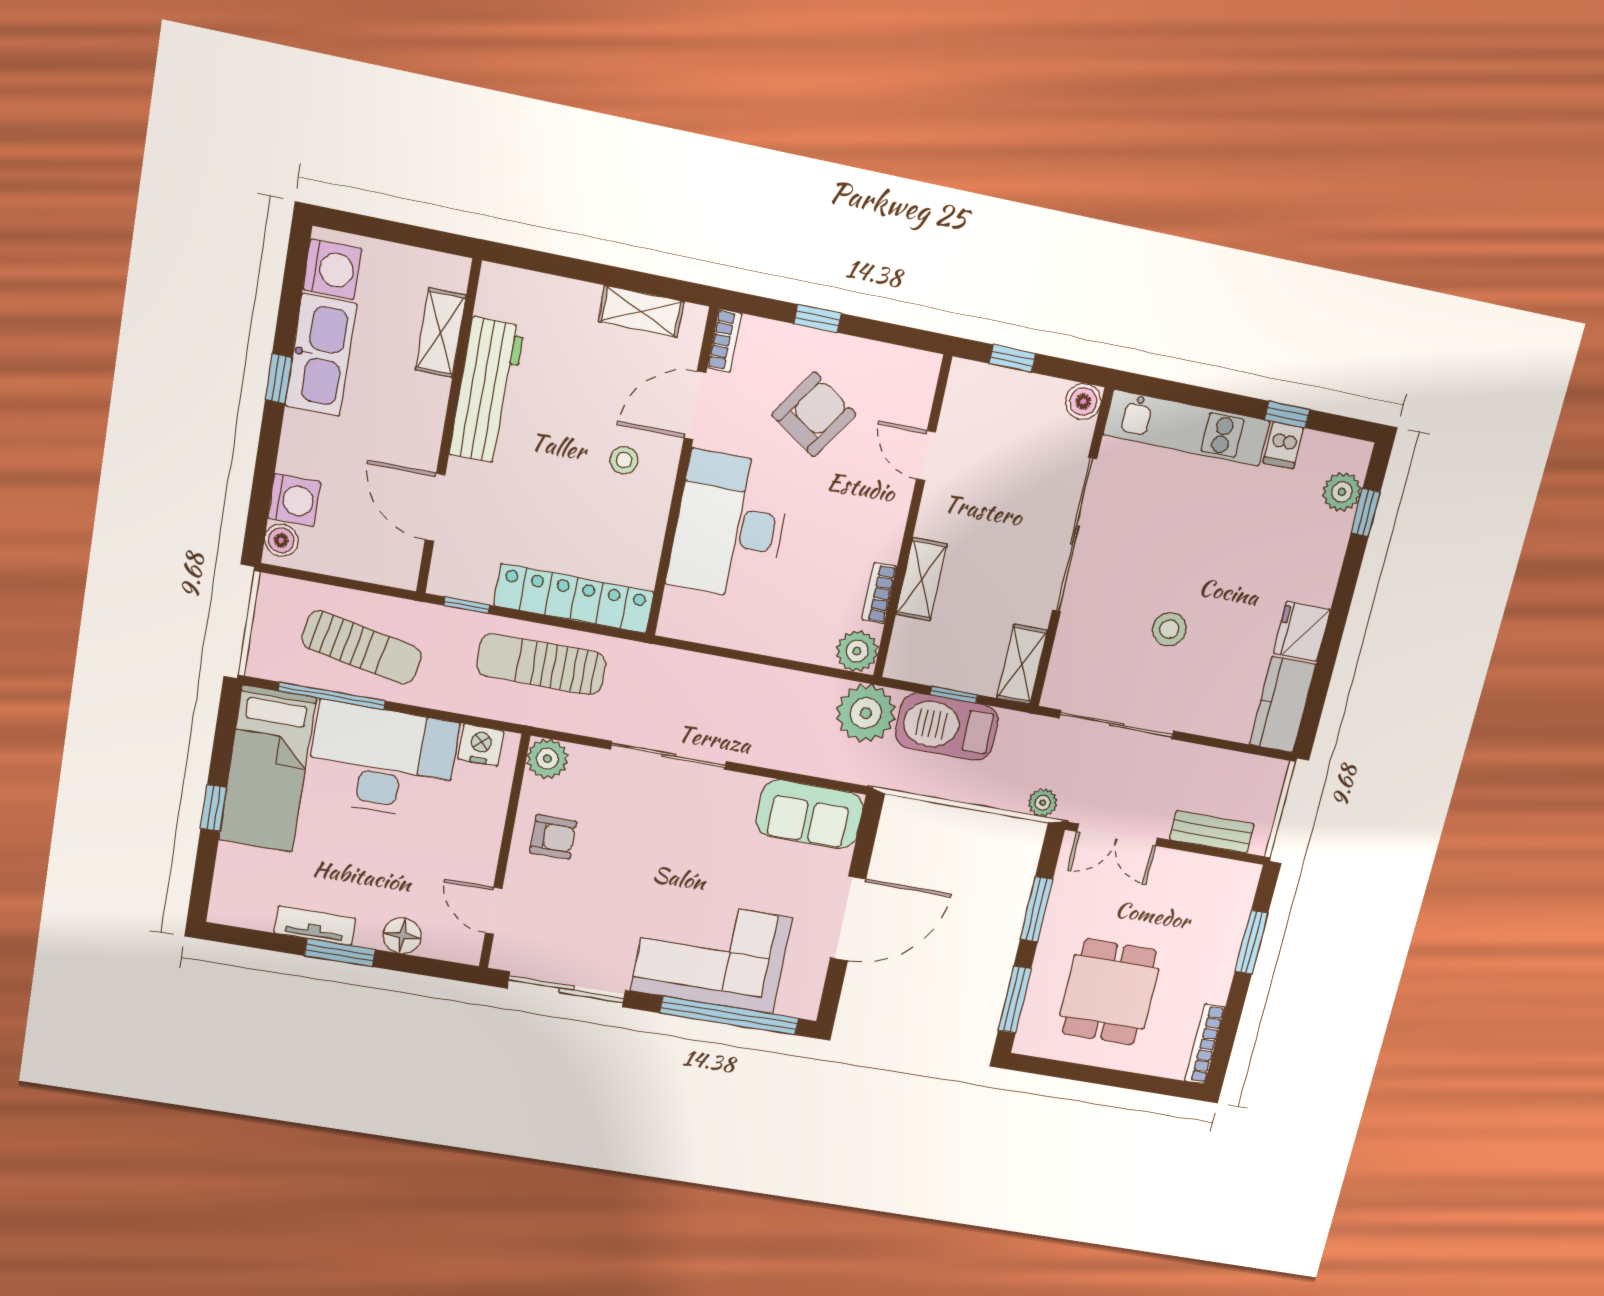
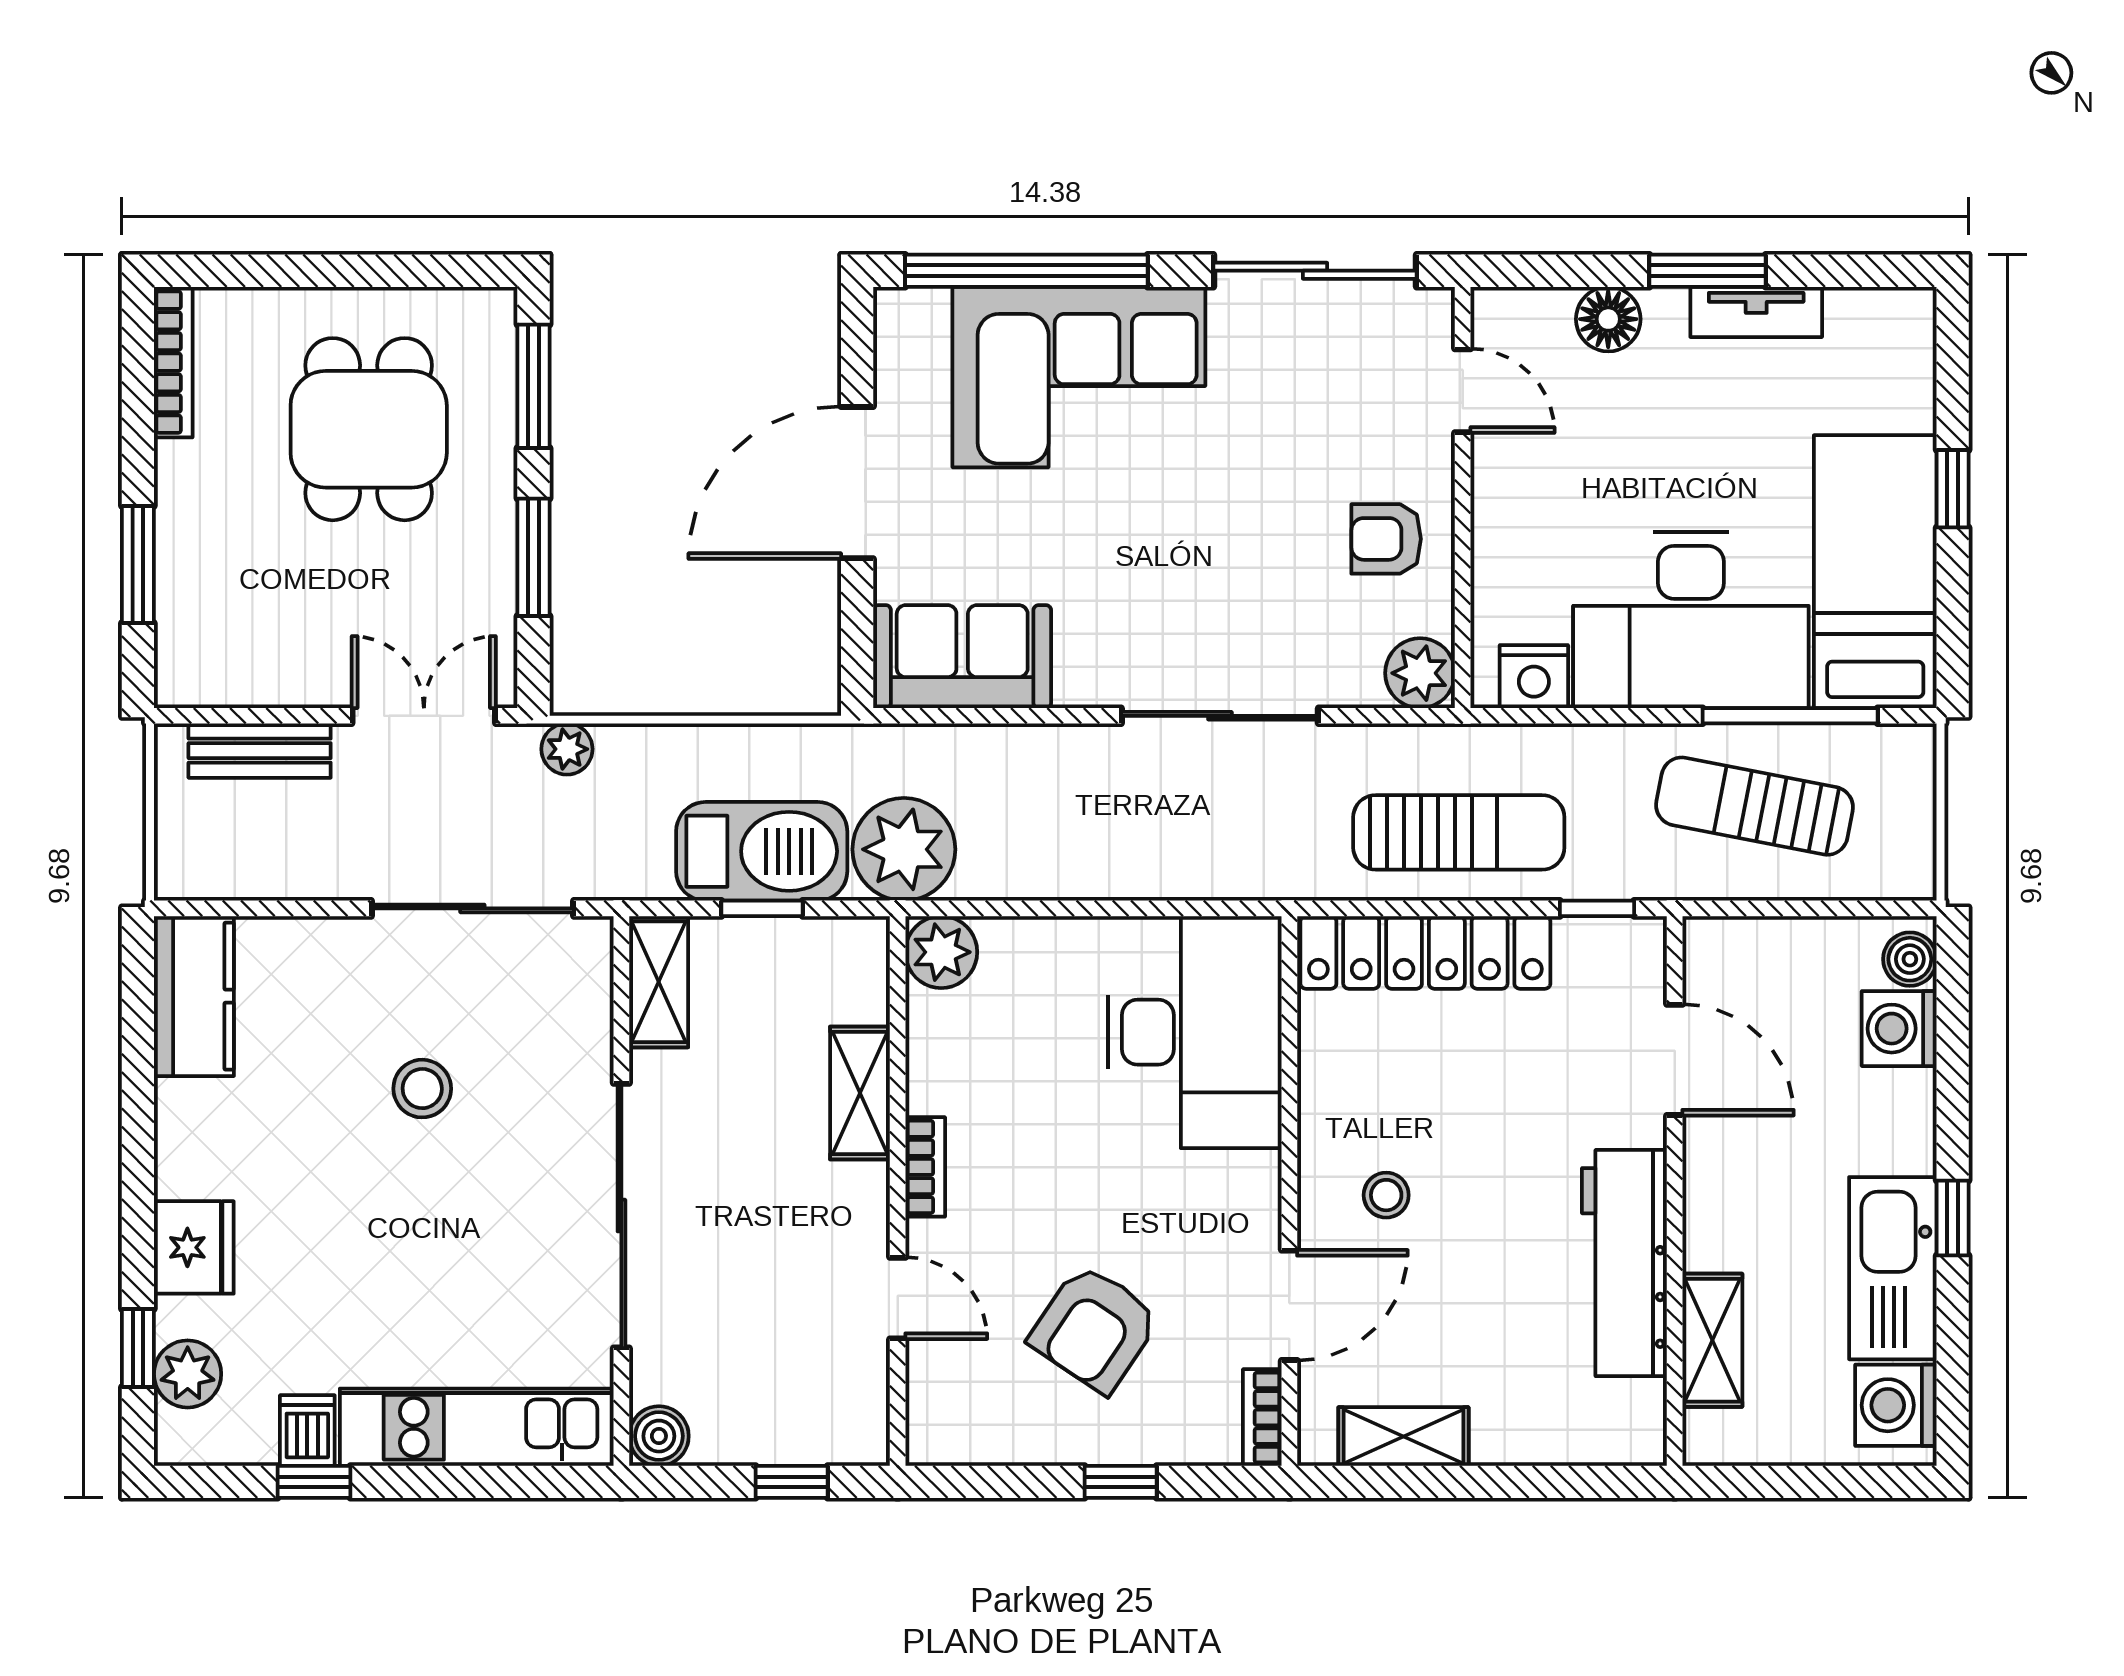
desk: (730, 526) -> (1195, 1032), moved
bookcase: (879, 593) -> (925, 1167), moved
fridge: (1302, 631) -> (194, 1247), moved

